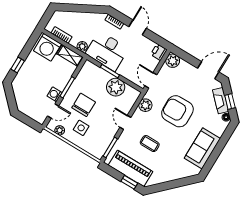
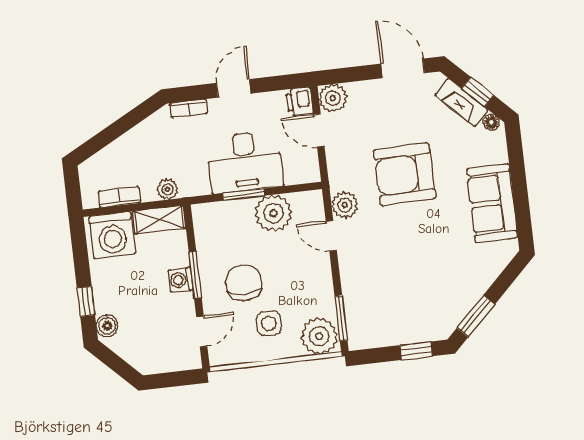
door: (138, 27) -> (234, 88), hinge flipped
desk: (107, 51) -> (245, 162), moved
door: (208, 70) -> (403, 68), hinge flipped
door: (151, 80) -> (319, 130), moved
boiler: (18, 81) -> (107, 326), added
washing machine: (55, 94) -> (181, 280), moved
door: (125, 122) -> (331, 236), moved
plant: (60, 130) -> (319, 336), moved, width x1.87, depth x1.87
coffee table: (150, 144) -> (400, 262), removed
piano: (131, 168) -> (401, 326), removed
window: (162, 187) -> (476, 316), added

